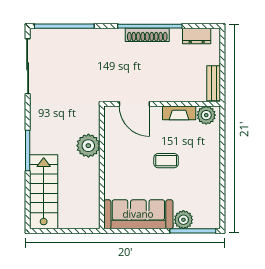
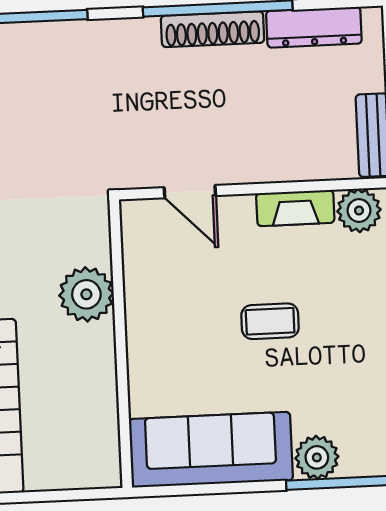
dresser: (197, 36) -> (314, 27), width x1.44
door: (134, 104) -> (190, 192), width x0.73

